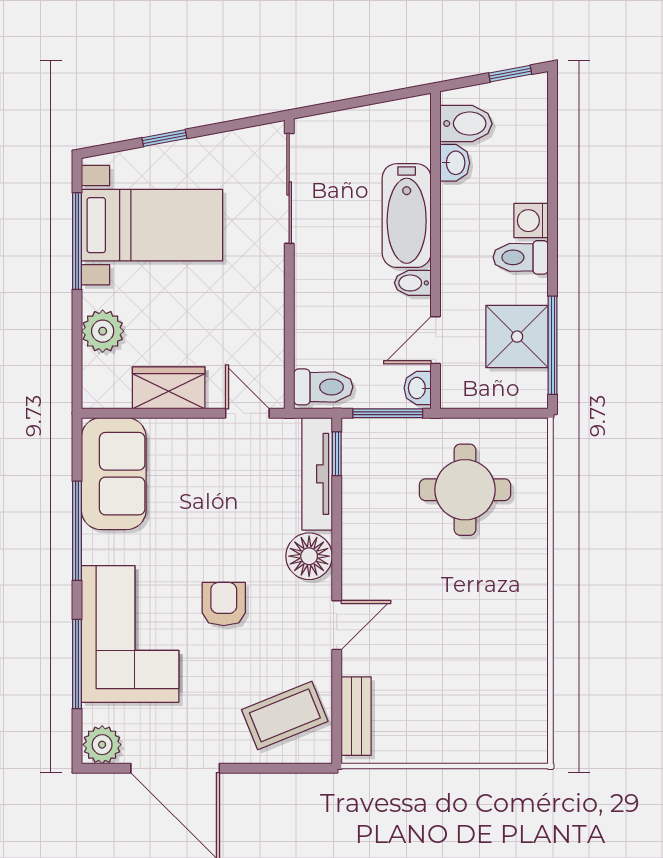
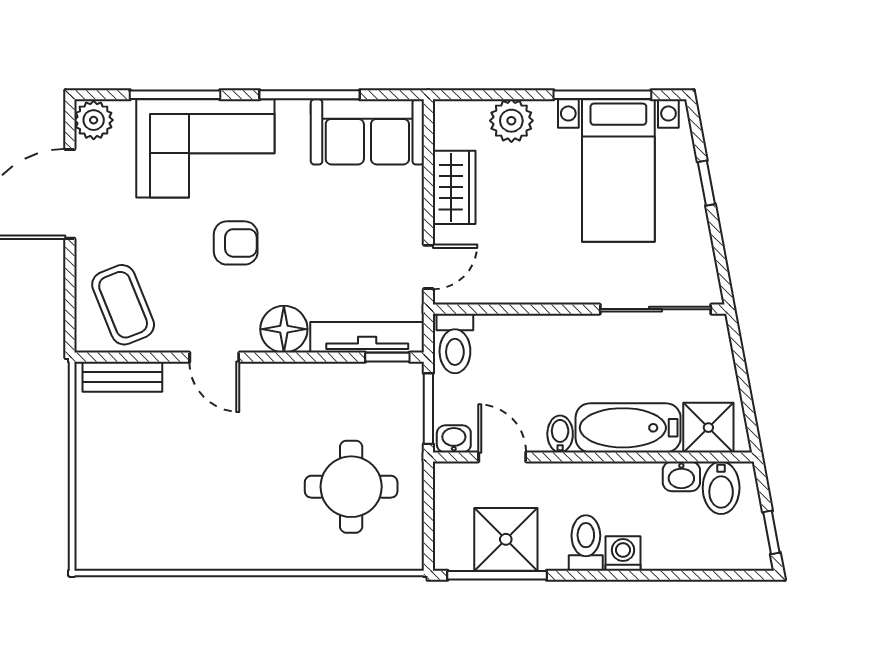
shower: (406, 136) -> (708, 428), added

